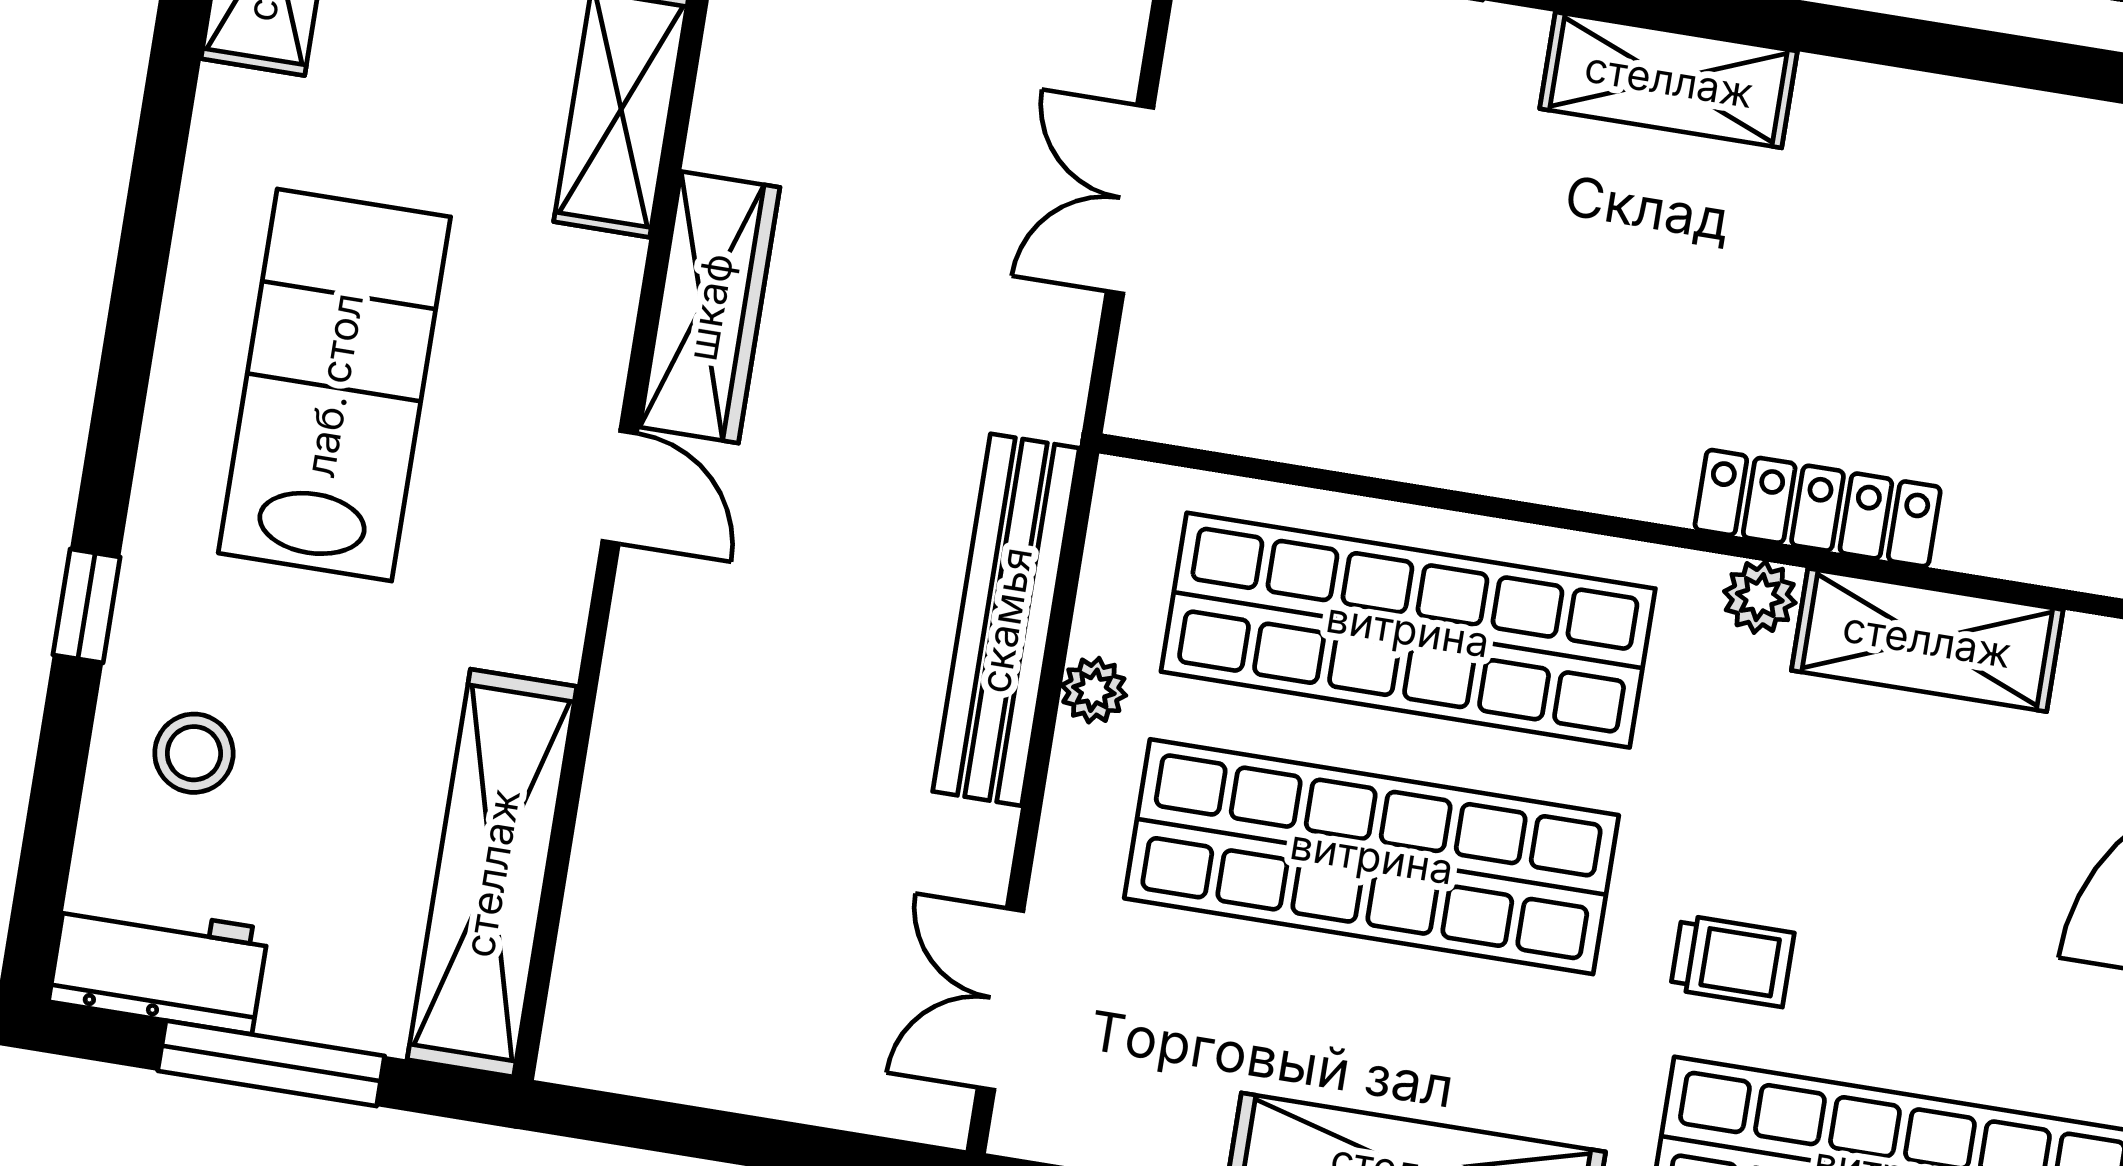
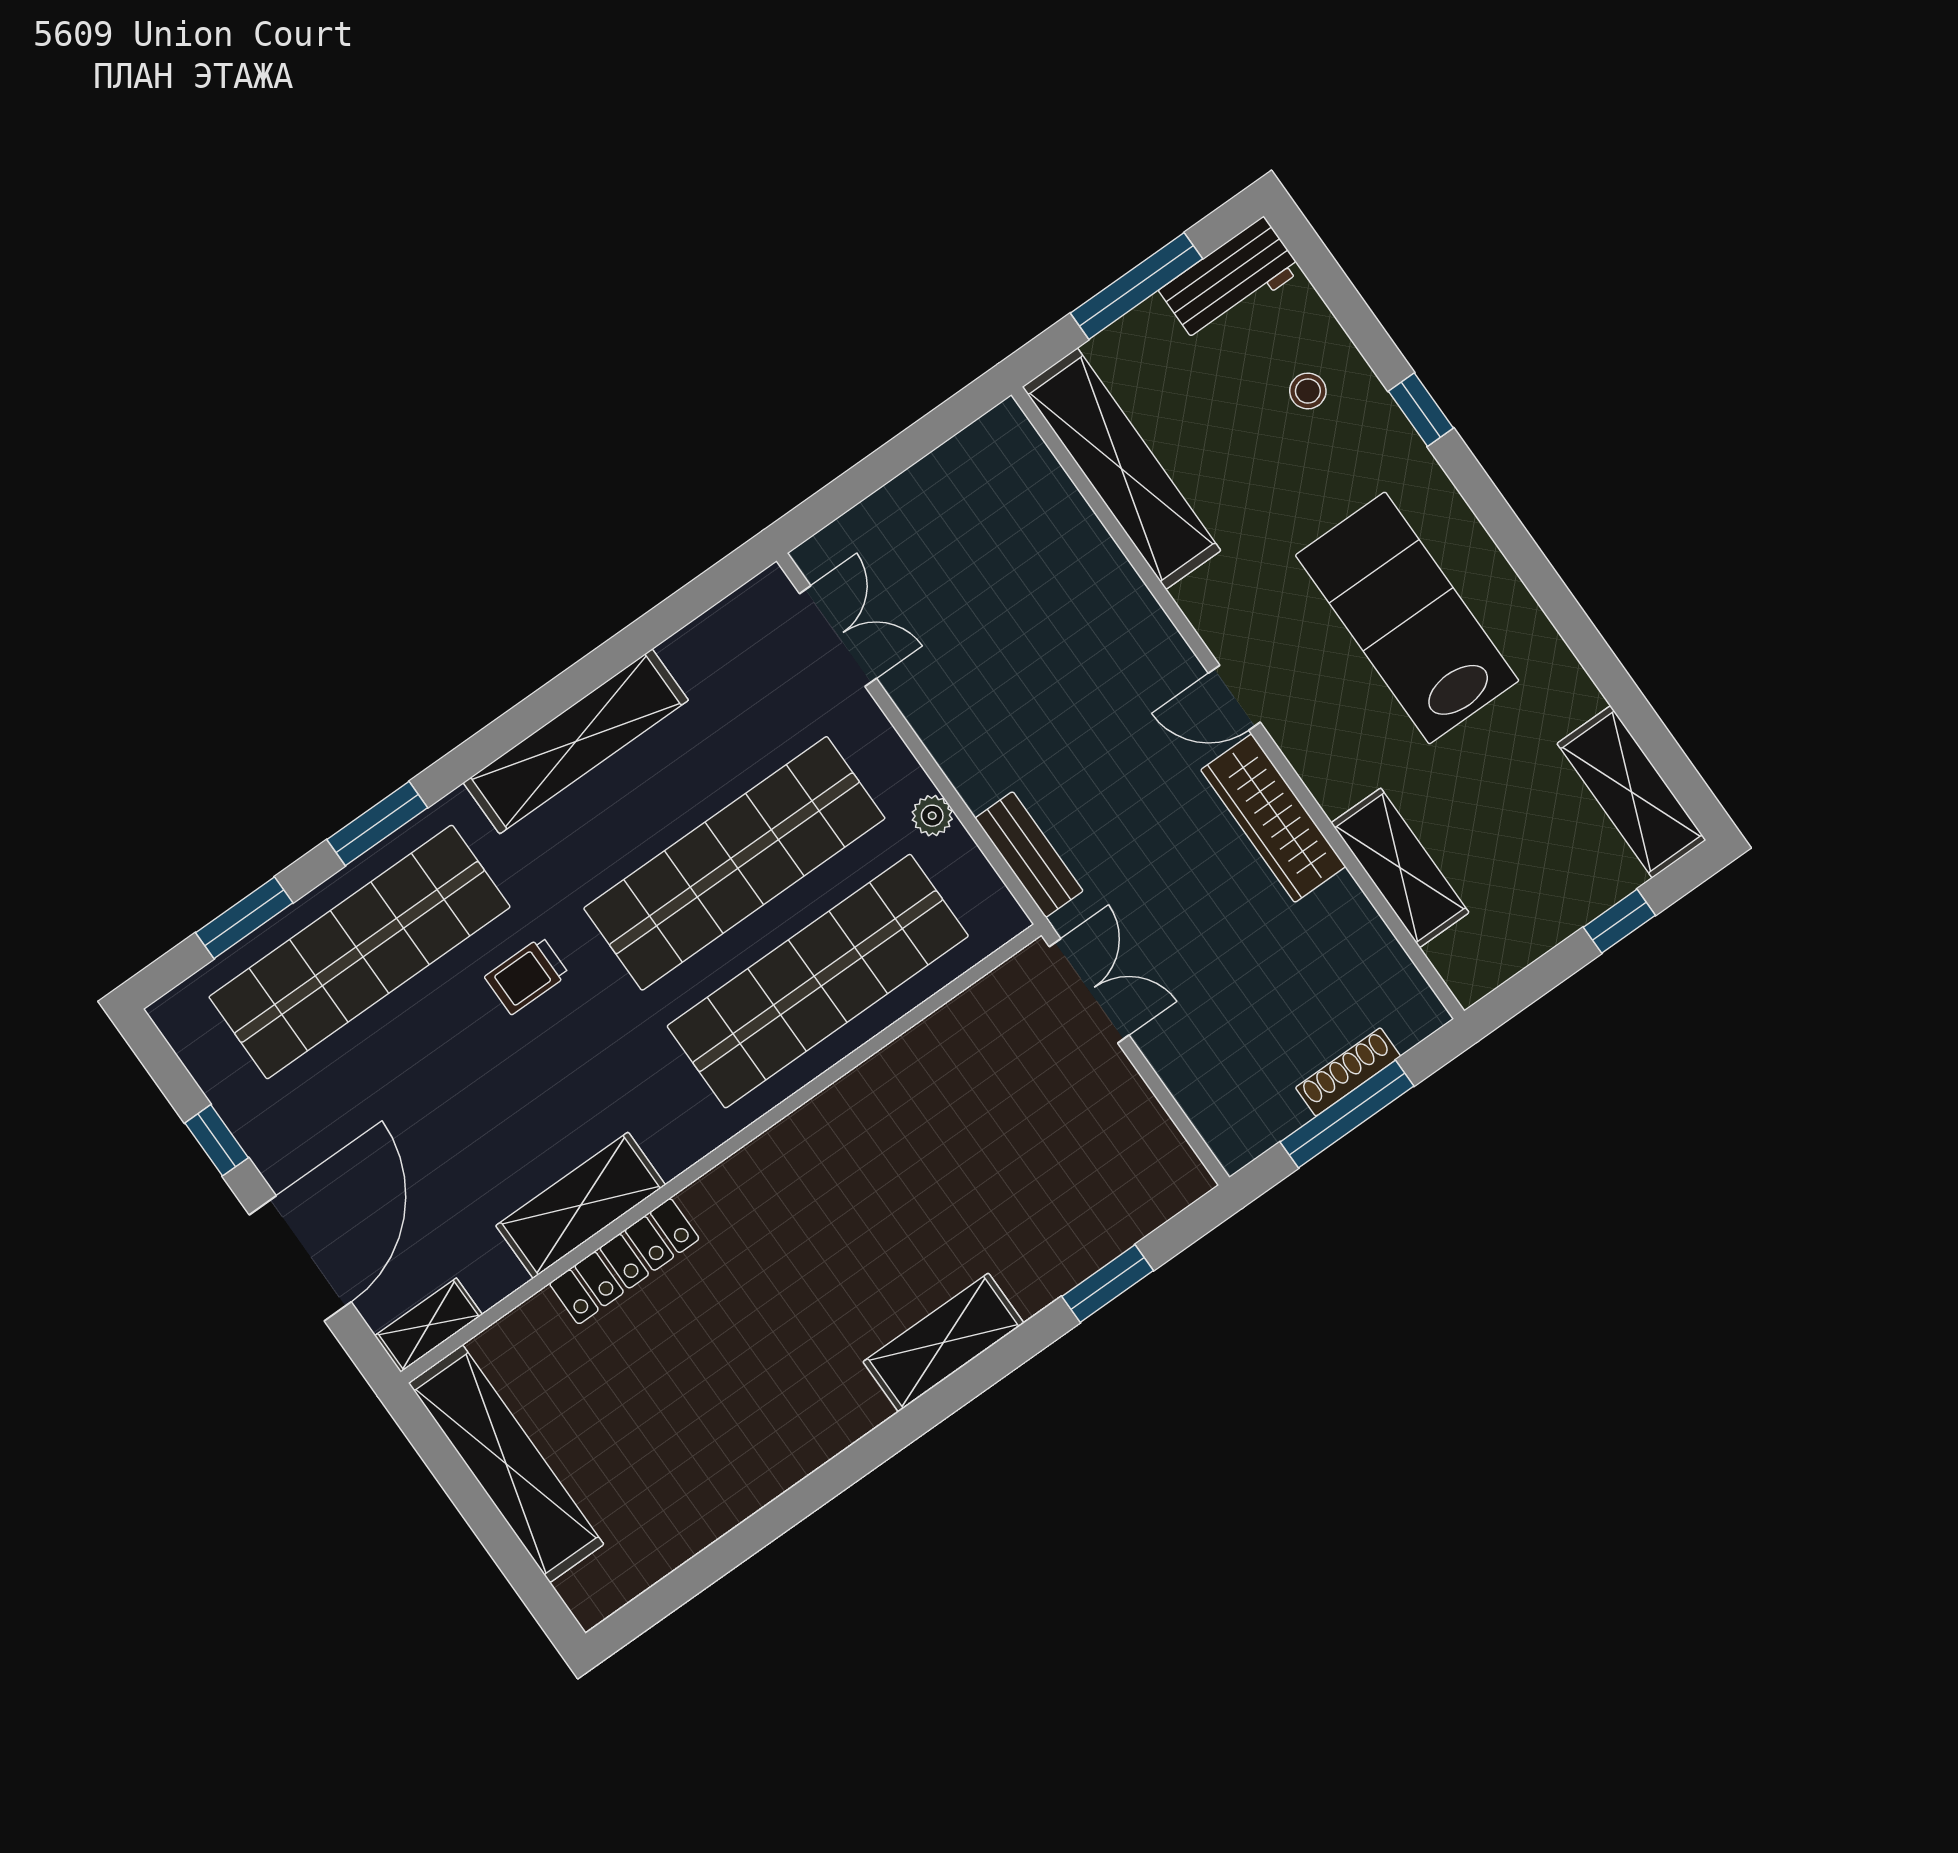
double door: (1130, 199) -> (1089, 991), moved
lab bench: (334, 385) -> (1407, 618), turned 180
locker: (1818, 508) -> (624, 1261), moved
plant: (1760, 597) -> (675, 1151), removed
bench: (1006, 620) -> (1029, 854), width x0.54, depth x0.82
stool: (194, 753) -> (1308, 391), width x0.73, depth x0.73

